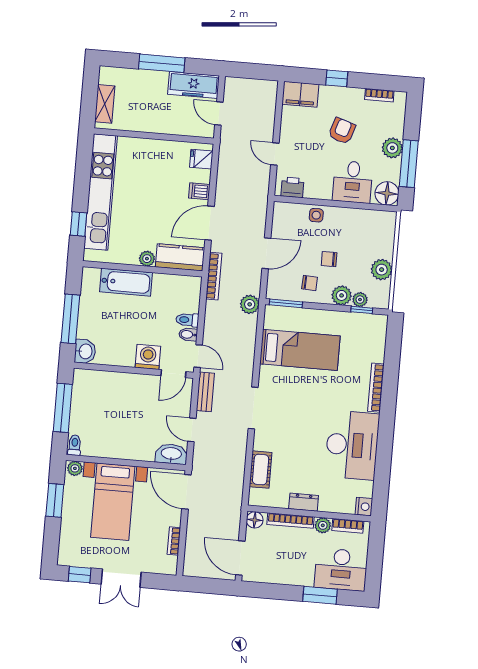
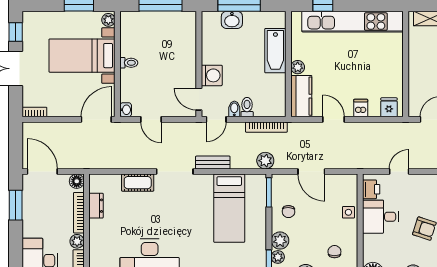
desk: (353, 182) -> (380, 217), moved
door: (210, 223) -> (334, 119), width x0.73
chair: (329, 259) -> (334, 252), moved
bookcase: (214, 276) -> (266, 127), moved
washbasin: (85, 351) -> (232, 20), moved
bench: (205, 392) -> (213, 163), moved
door: (192, 430) -> (151, 119), swing flipped
toilet: (75, 445) -> (129, 63), moved
washbasin: (171, 454) -> (126, 110), width x0.52, depth x0.69
cot: (261, 470) -> (138, 183), moved
dresser: (304, 502) -> (96, 206), moved
bookcase: (174, 541) -> (34, 112), moved
door: (240, 558) -> (42, 171), hinge flipped
window: (320, 595) -> (16, 205), moved

